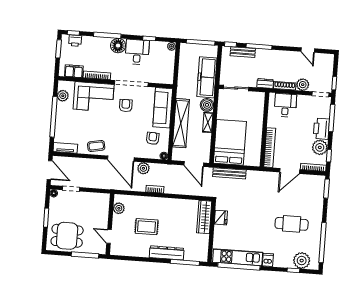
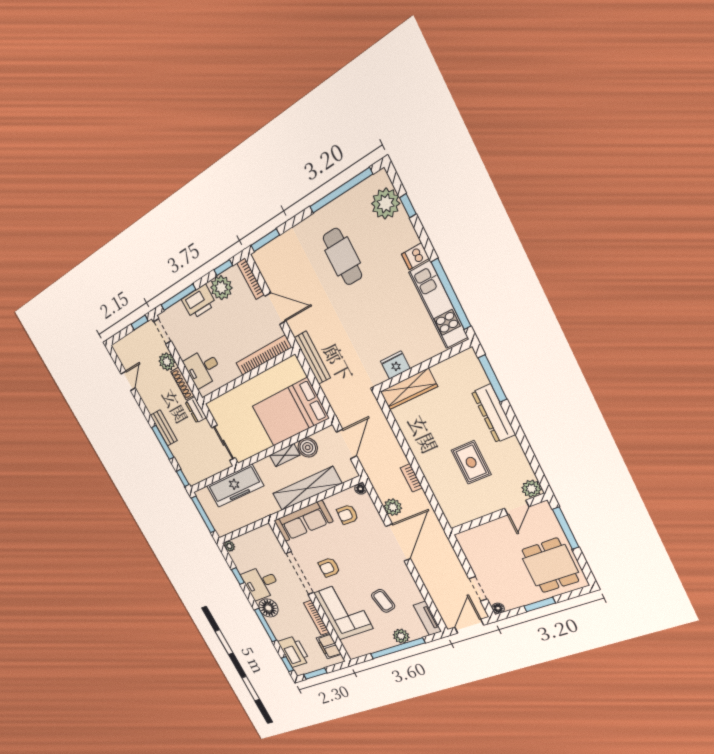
printer: (75, 41) -> (294, 652), width x1.87, depth x1.48
bench: (243, 52) -> (164, 428), moved
plant: (63, 96) -> (401, 636), moved
boiler: (207, 105) -> (308, 447), moved
coffee table: (96, 146) -> (383, 601), moved
bench: (229, 173) -> (312, 358), moved
plant: (119, 208) -> (532, 489), moved

